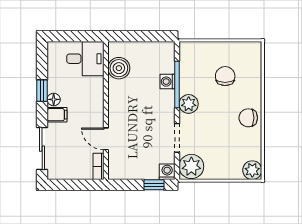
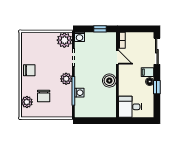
boiler: (119, 68) -> (109, 81), moved
plant: (252, 170) -> (27, 102), moved
window: (154, 185) -> (100, 29), moved

